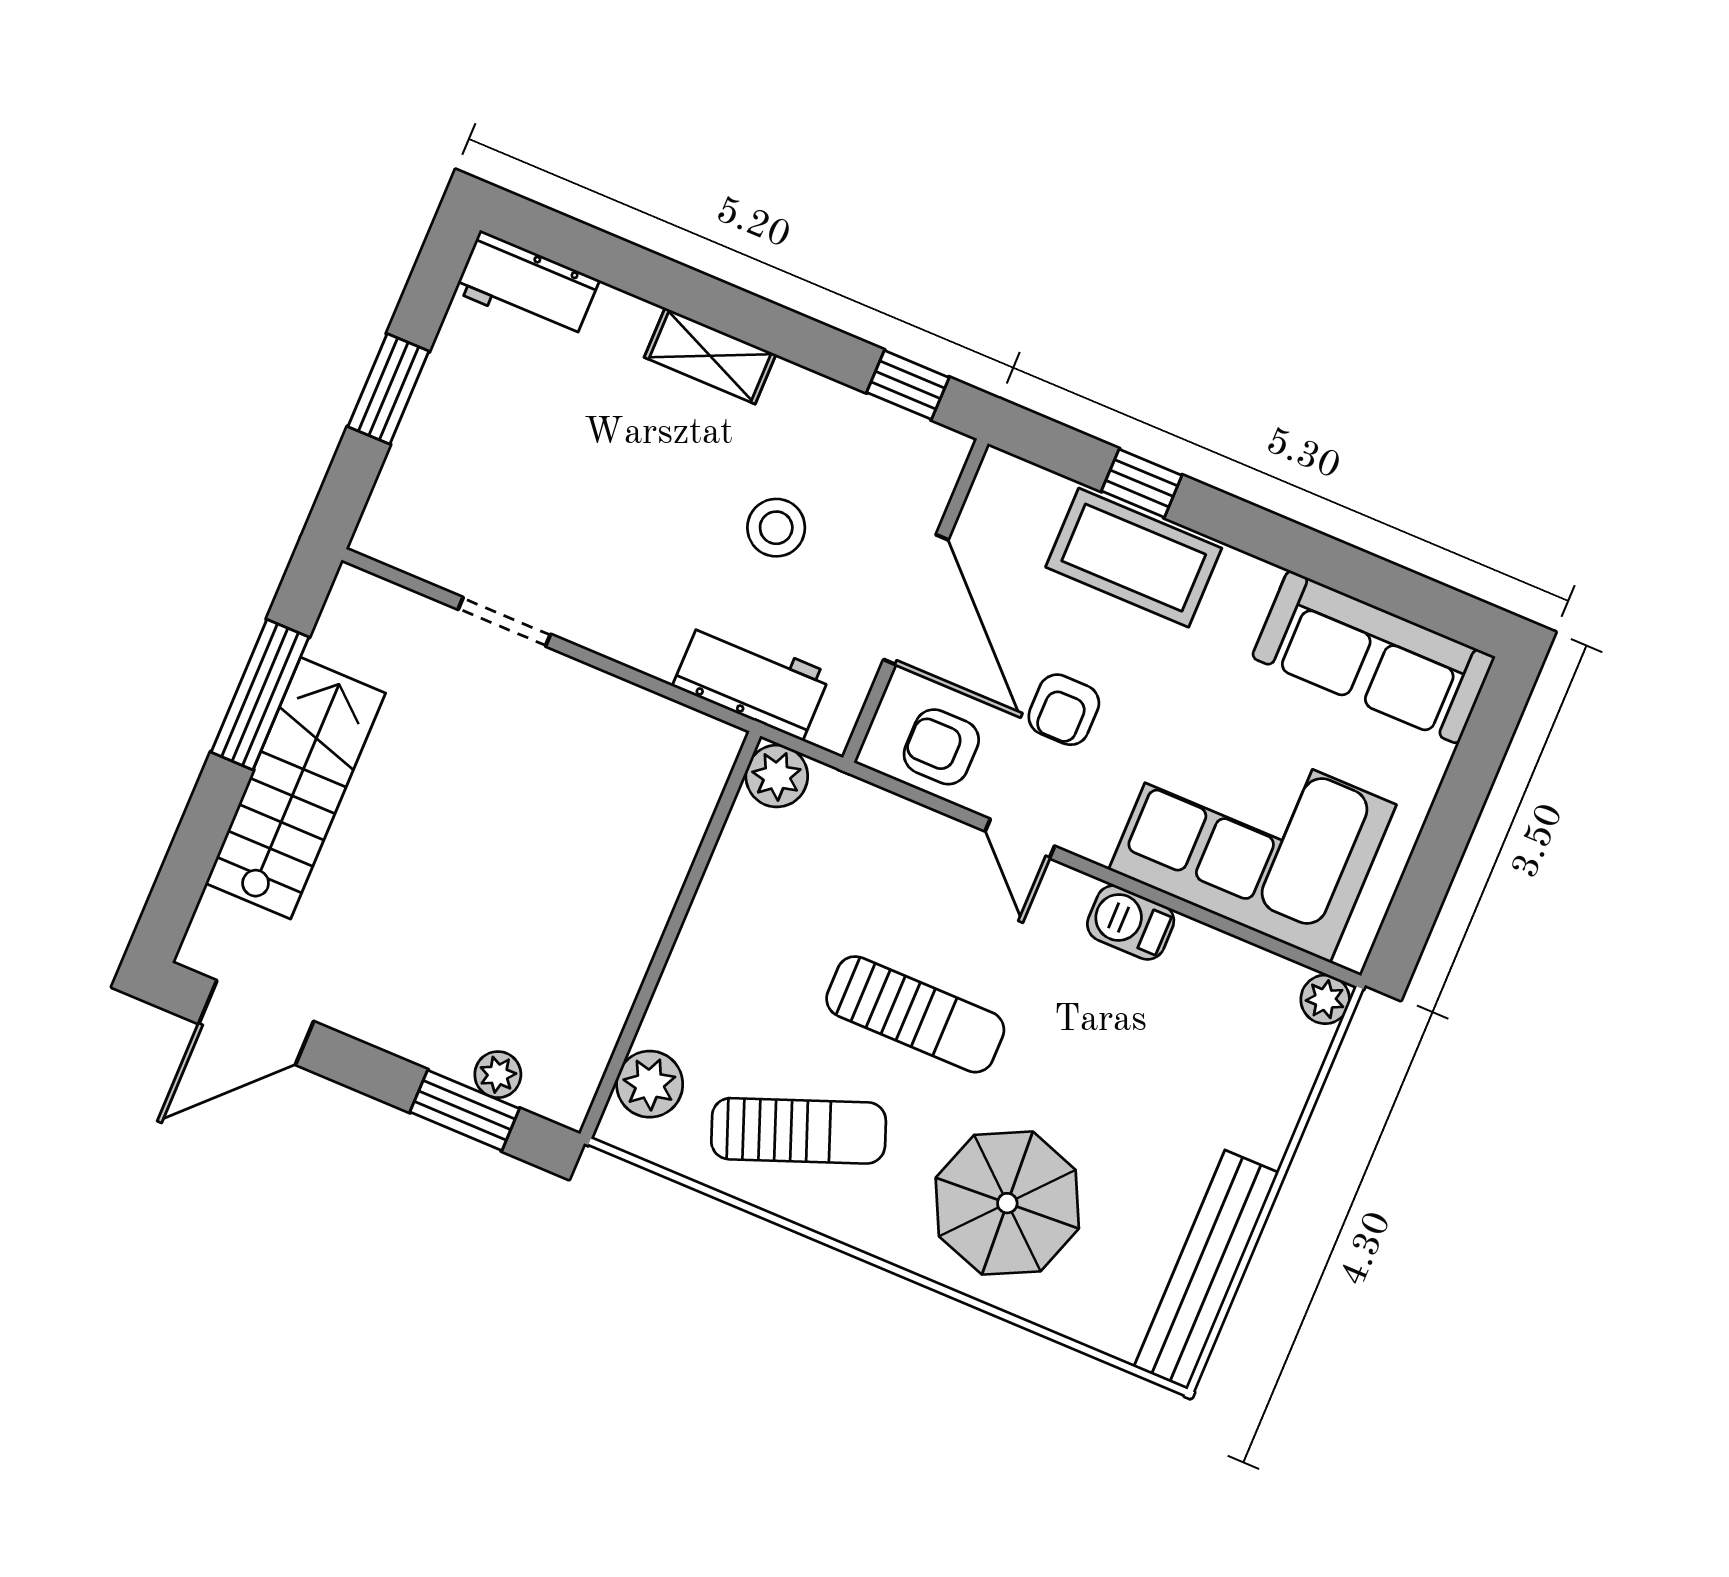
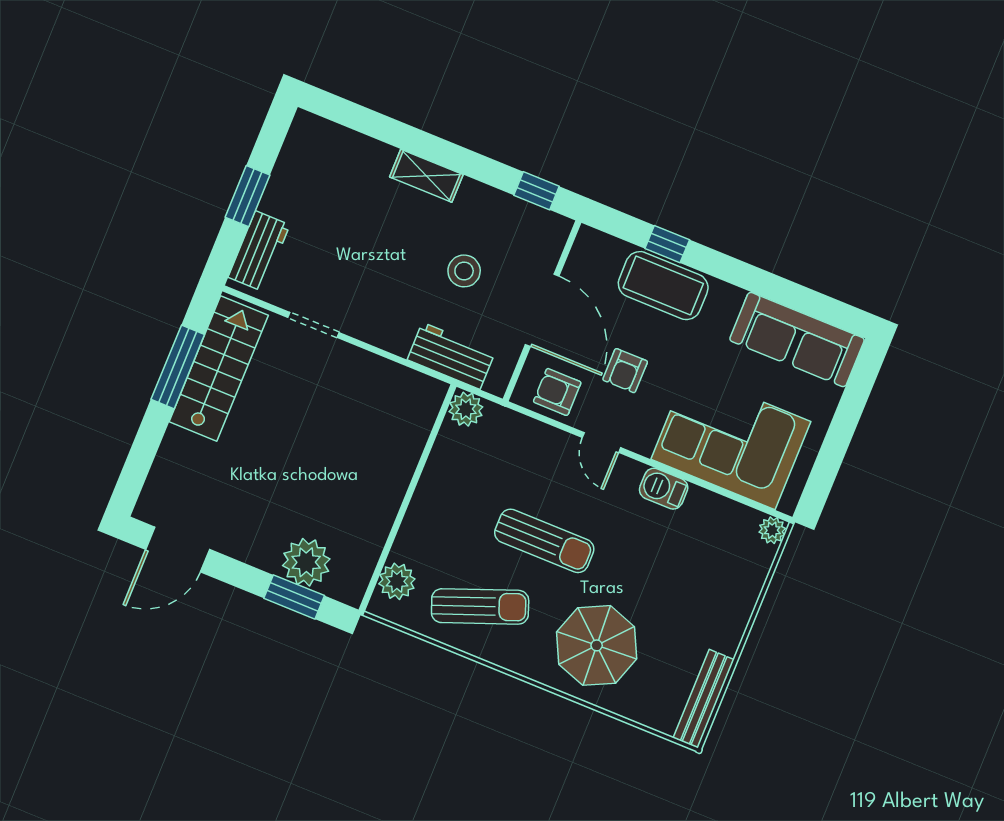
workbench: (527, 286) -> (259, 251), moved, turned -90
stairs: (295, 788) -> (219, 368), moved
plant: (498, 1075) -> (306, 562), width x1.88, depth x1.88
bench: (1206, 1270) -> (704, 699), width x0.73, depth x0.82

